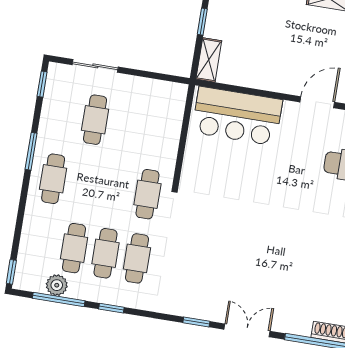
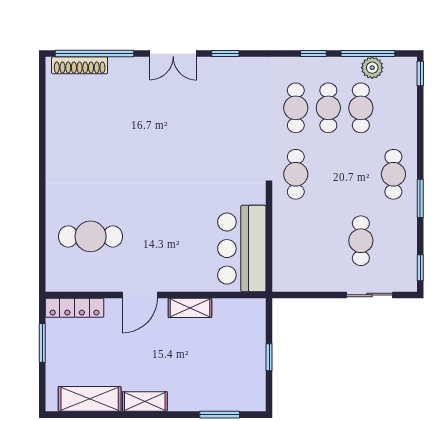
shelving: (209, 60) -> (190, 308), moved, turned 90
bar counter: (237, 116) -> (242, 249), moved, turned -90

